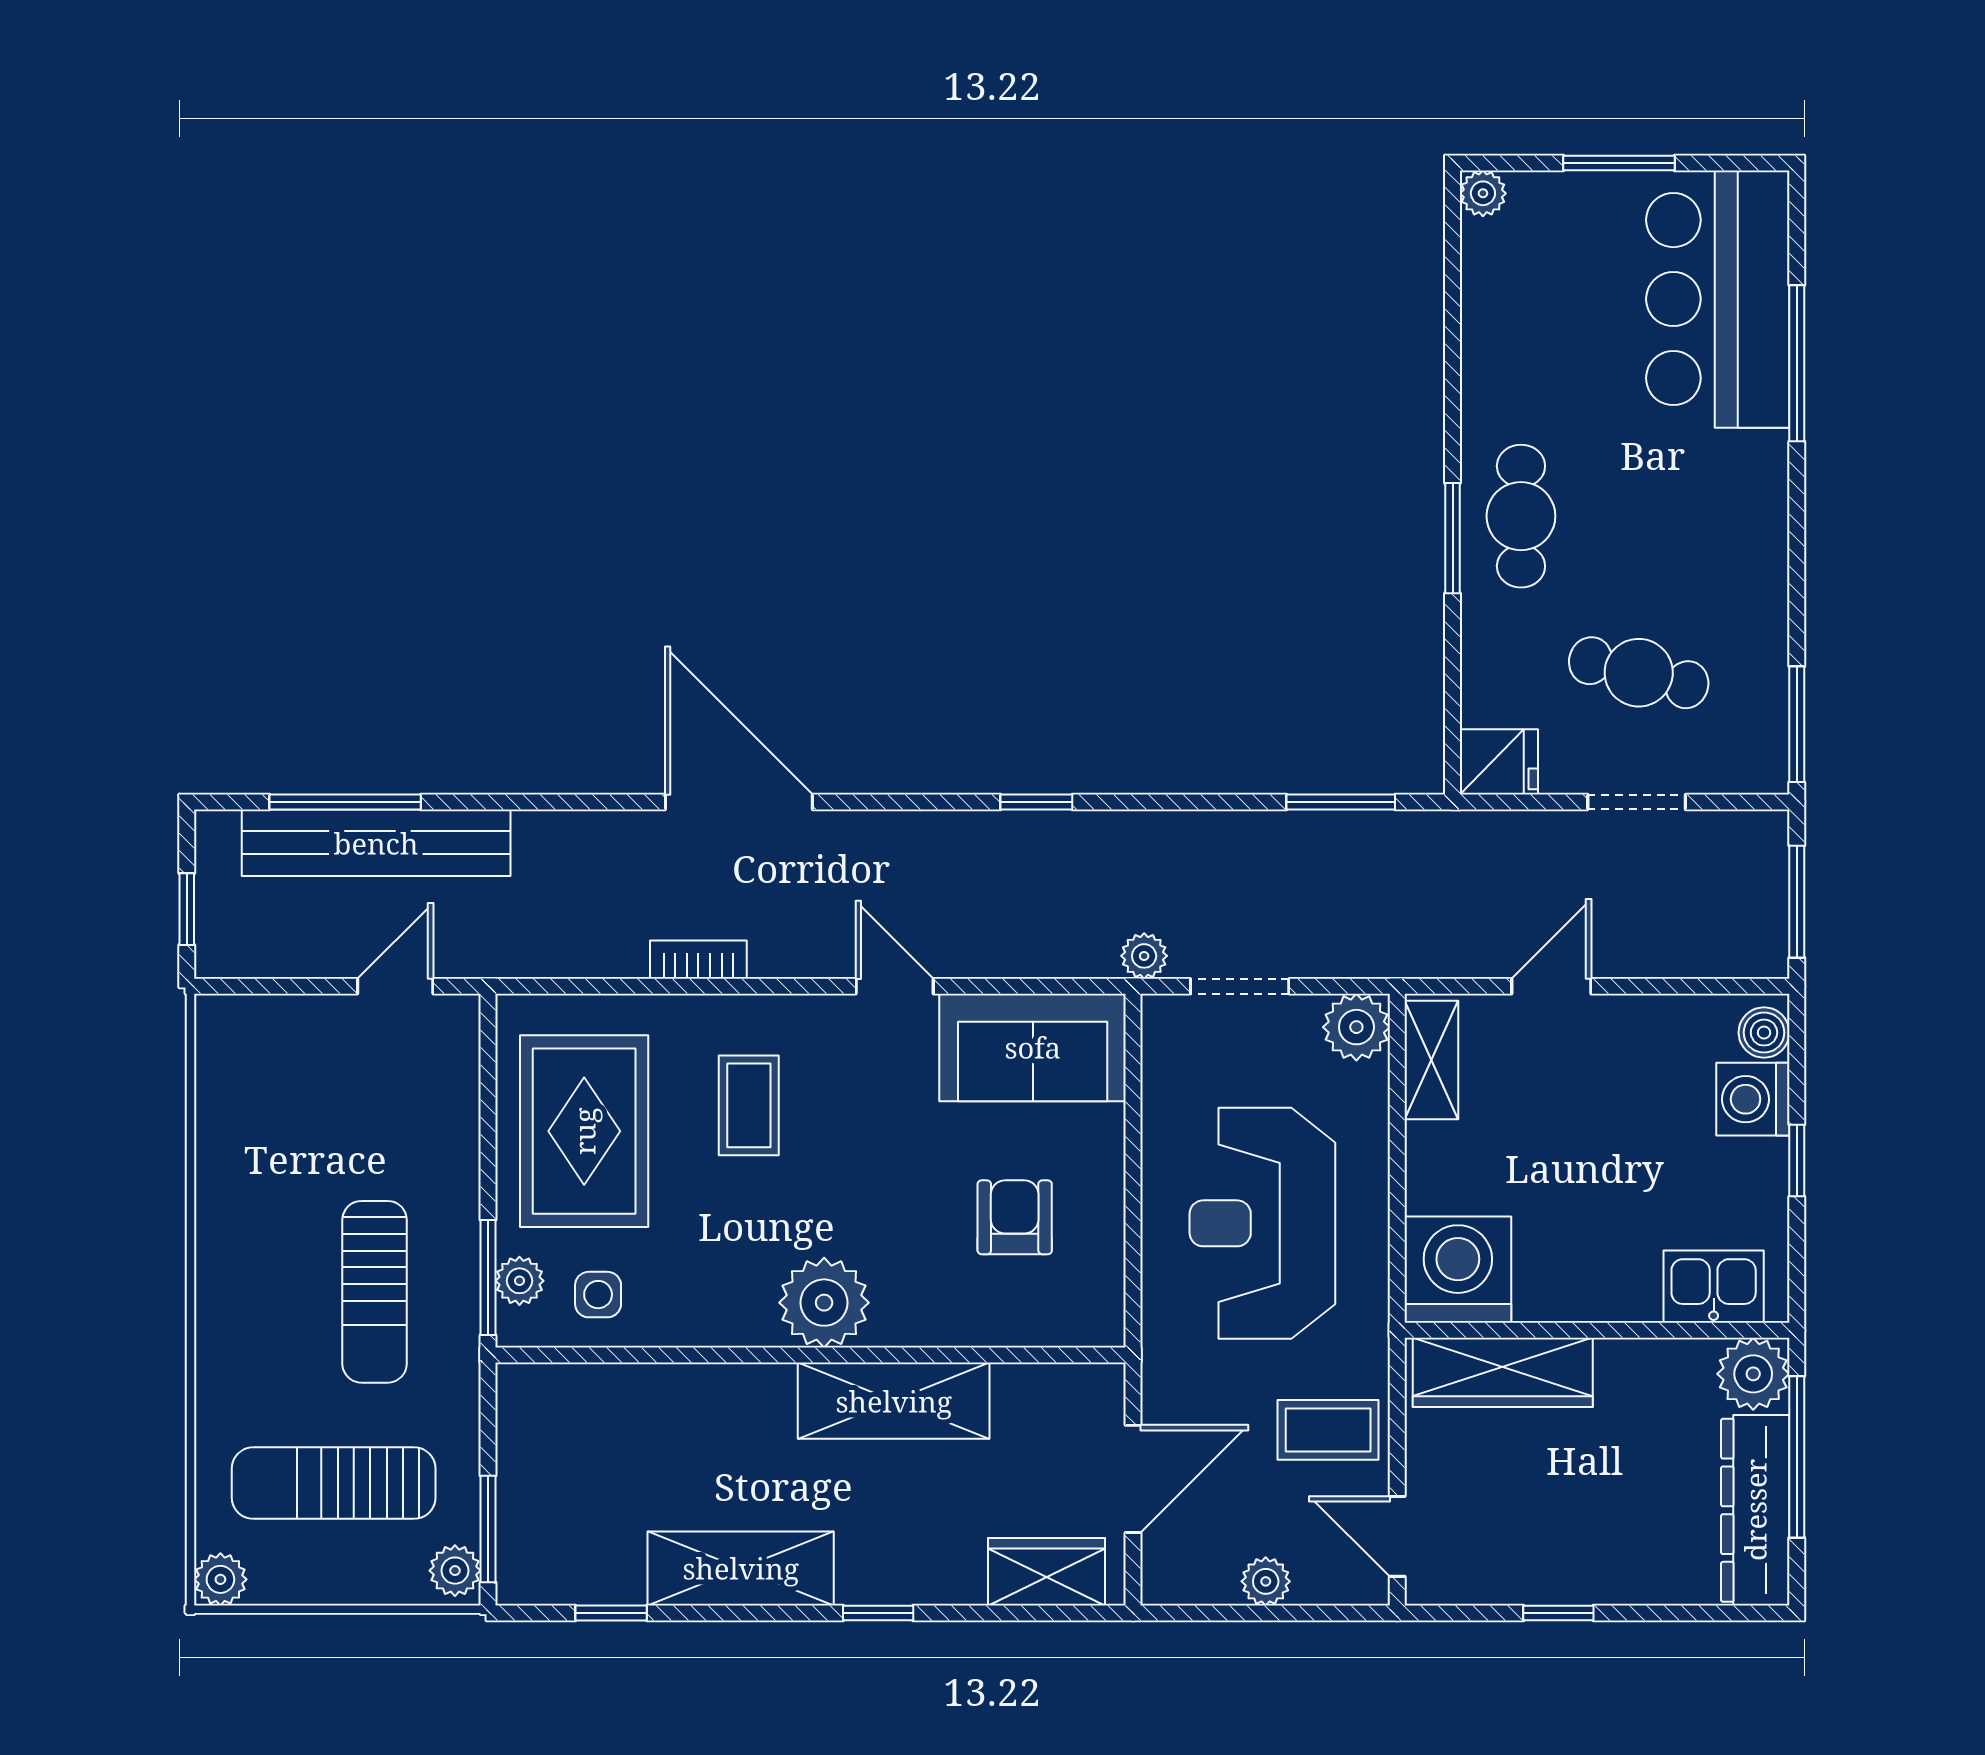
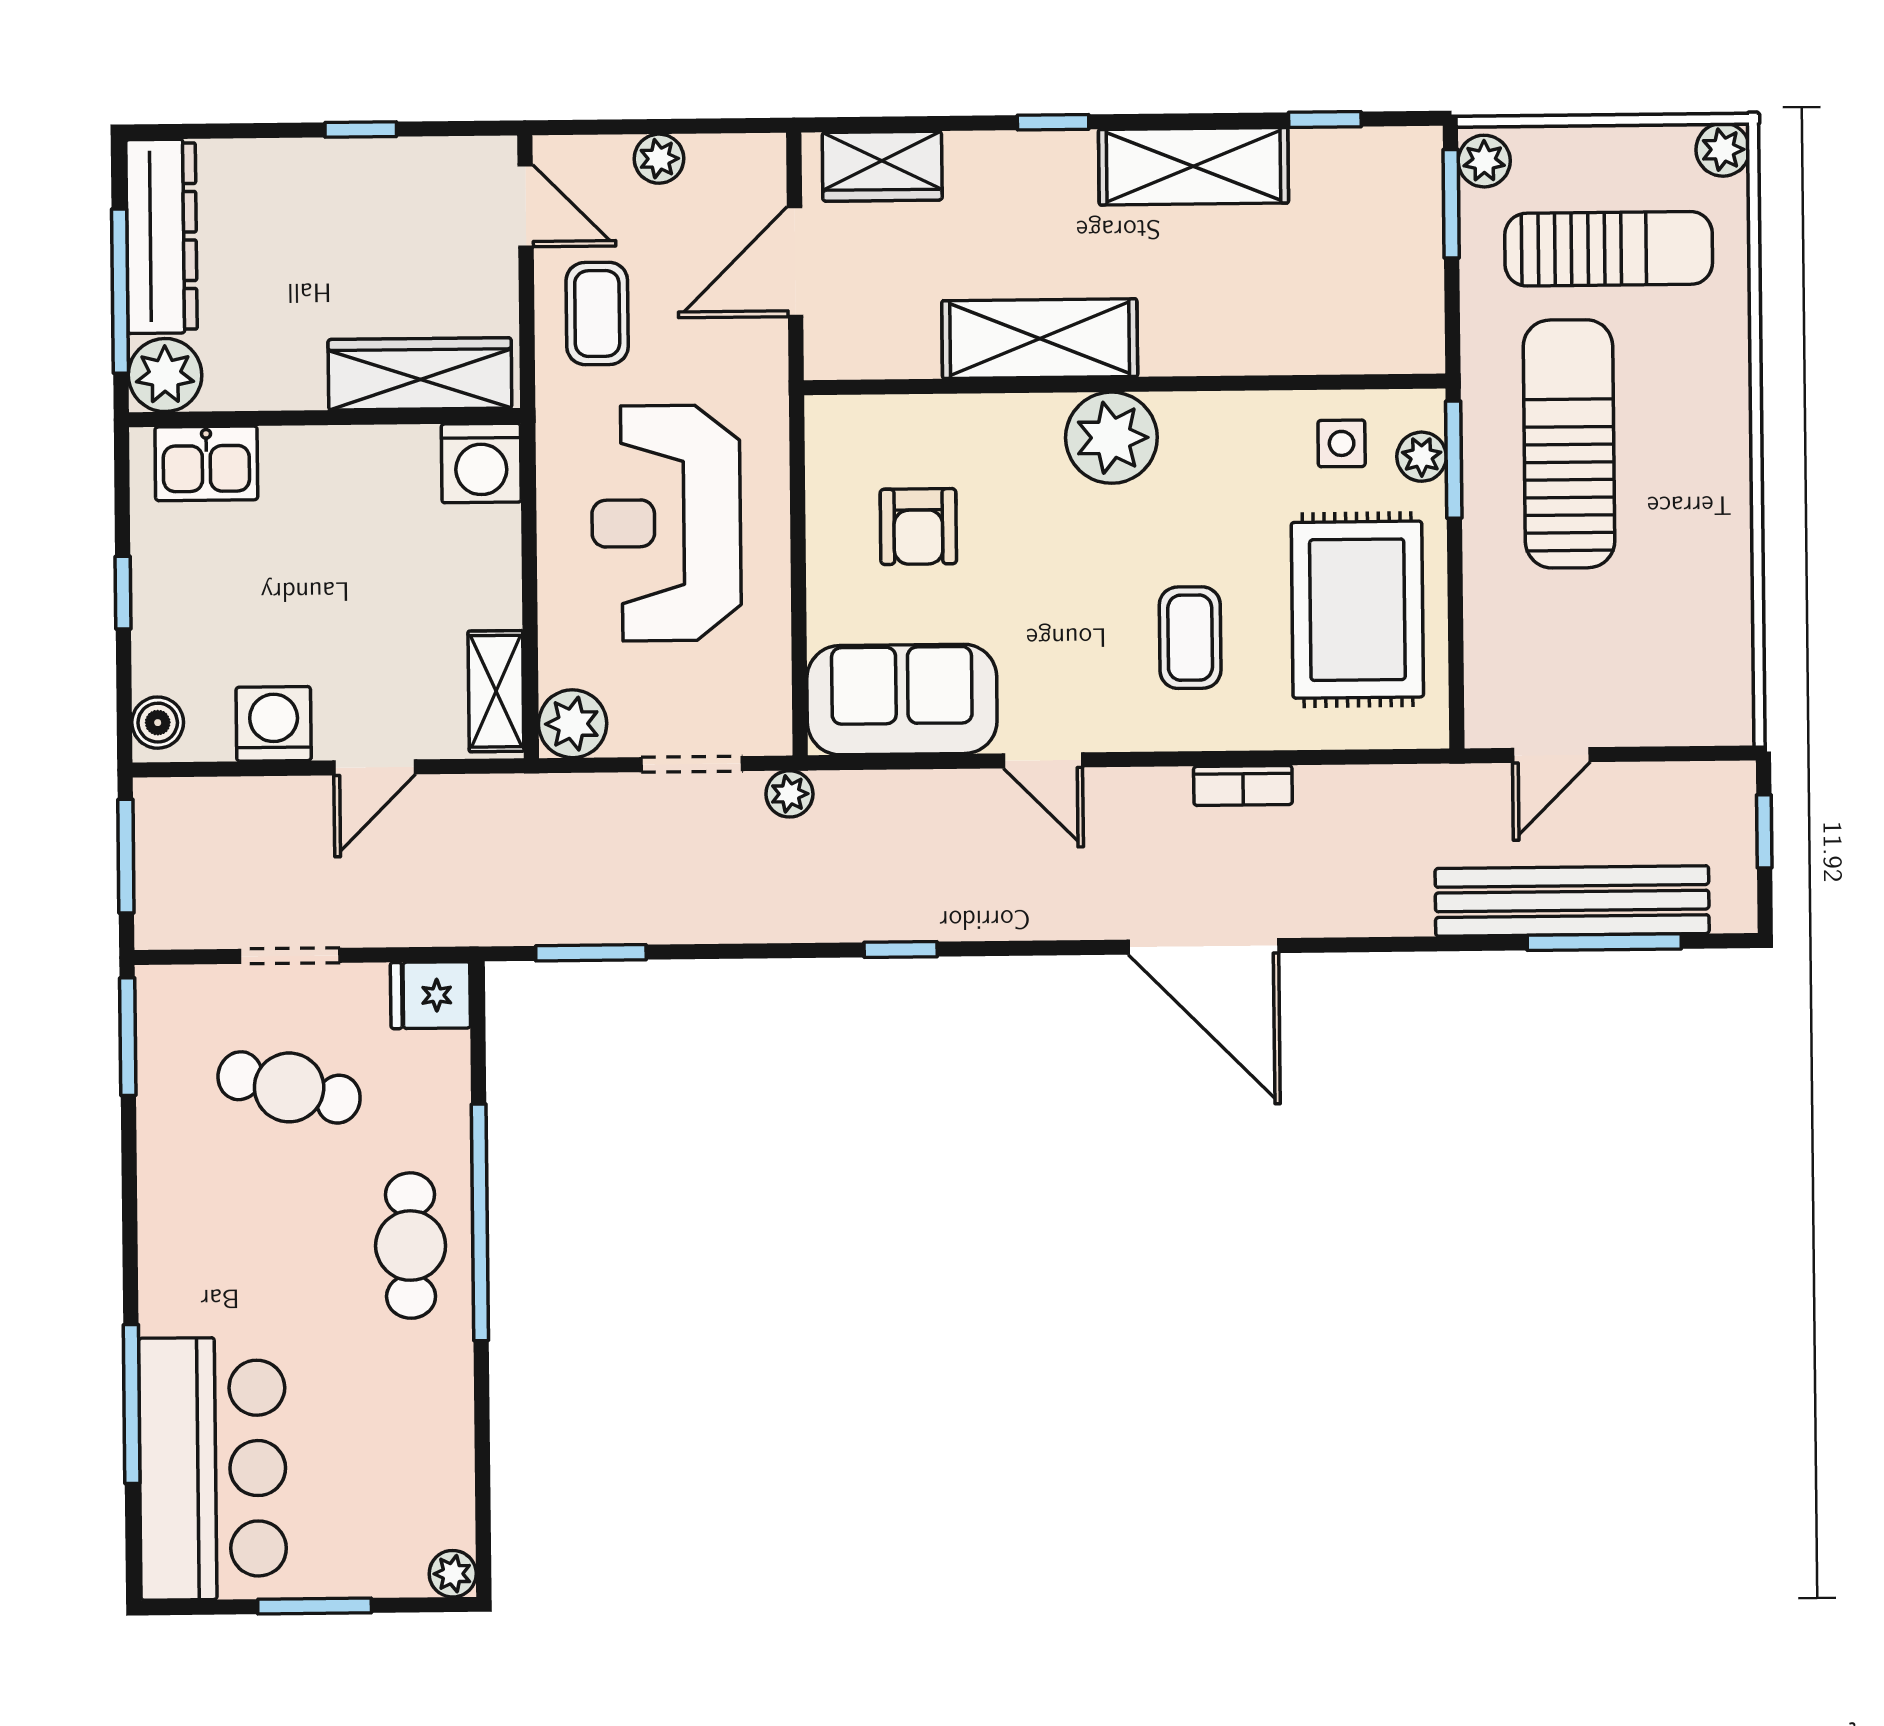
window: (1453, 538) -> (480, 1222), width x2.11
washing machine: (1753, 1099) -> (274, 724), moved, turned -90
reception desk: (1262, 1223) -> (666, 523), turned 180
washing machine: (1458, 1270) -> (481, 463), width x0.73, depth x0.73
sun lounger: (375, 1292) -> (1569, 444), width x1.36, depth x1.34
coffee table: (1328, 1430) -> (597, 313), turned 90

